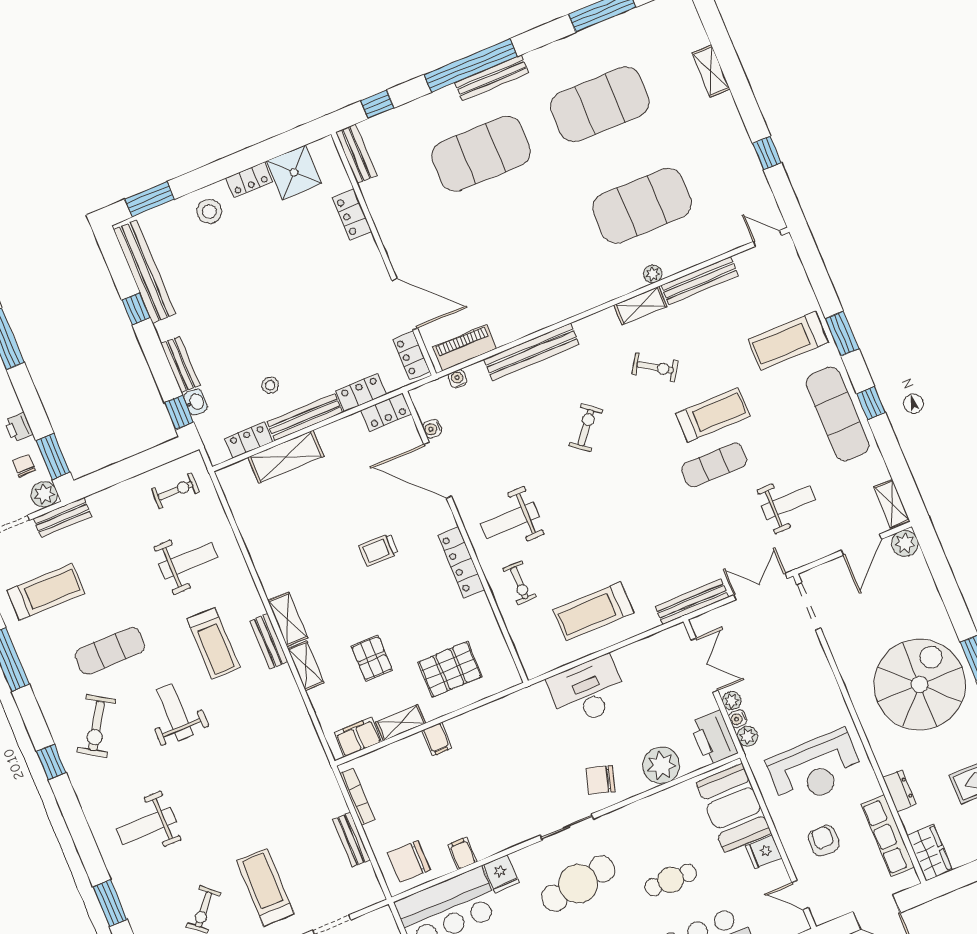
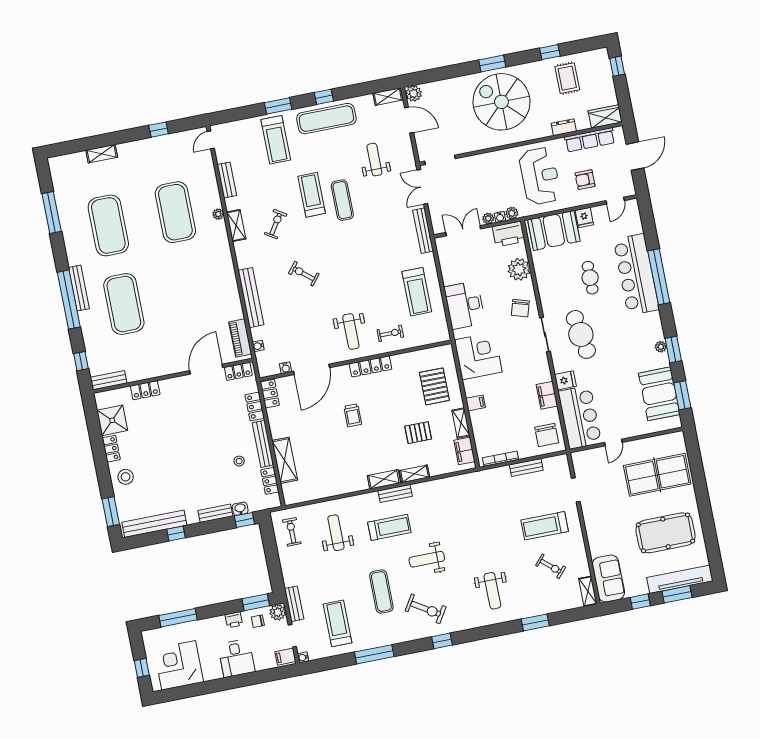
bench: (700, 281) -> (227, 180), width x0.73
corner desk: (512, 728) -> (478, 356), added
filing cabinet: (462, 853) -> (547, 395), width x2.00

